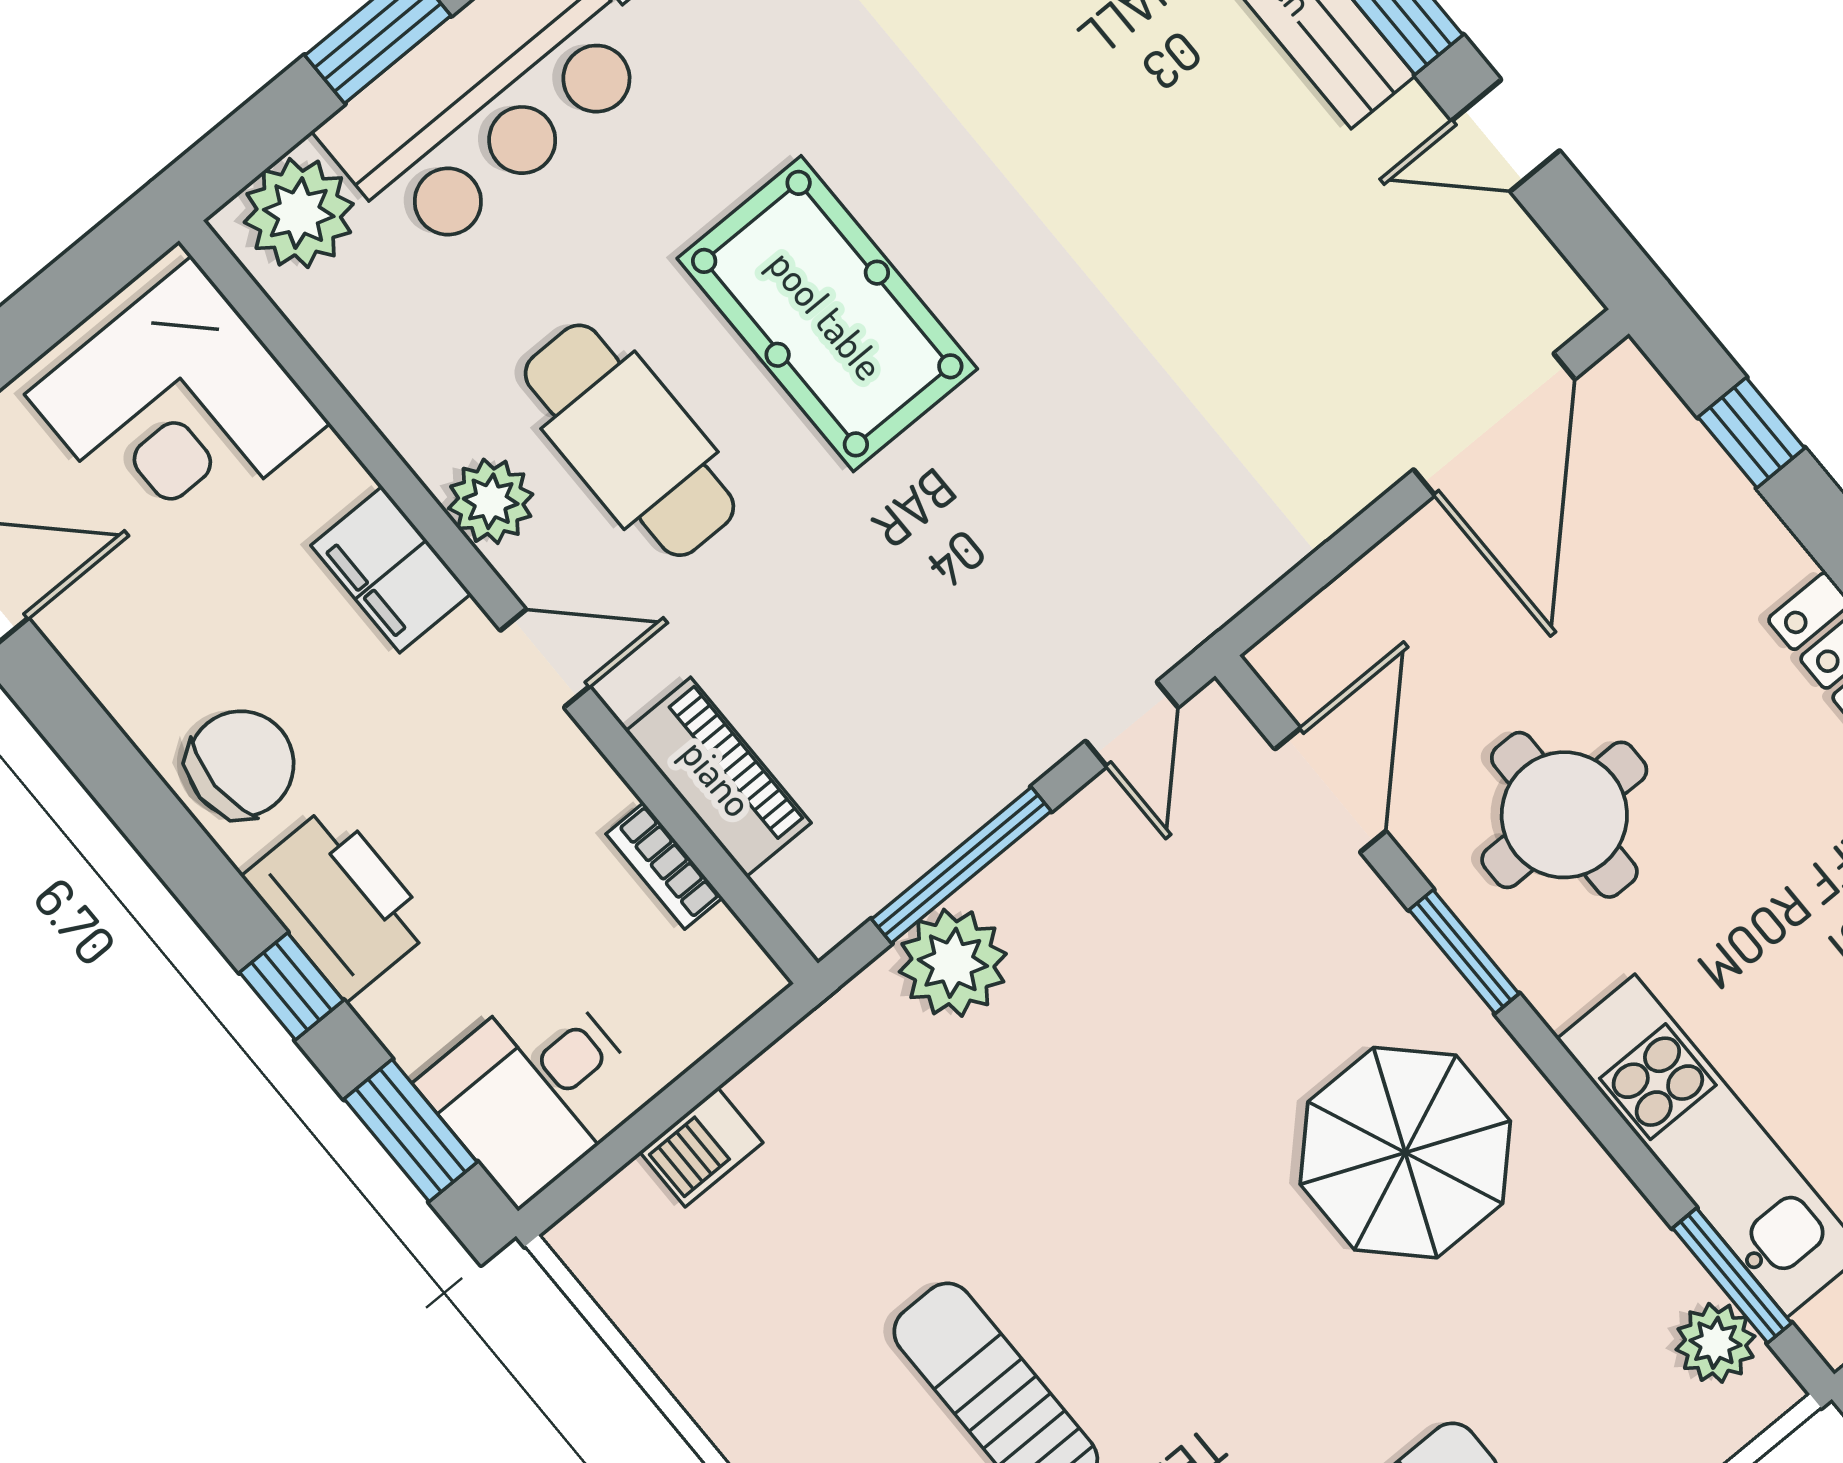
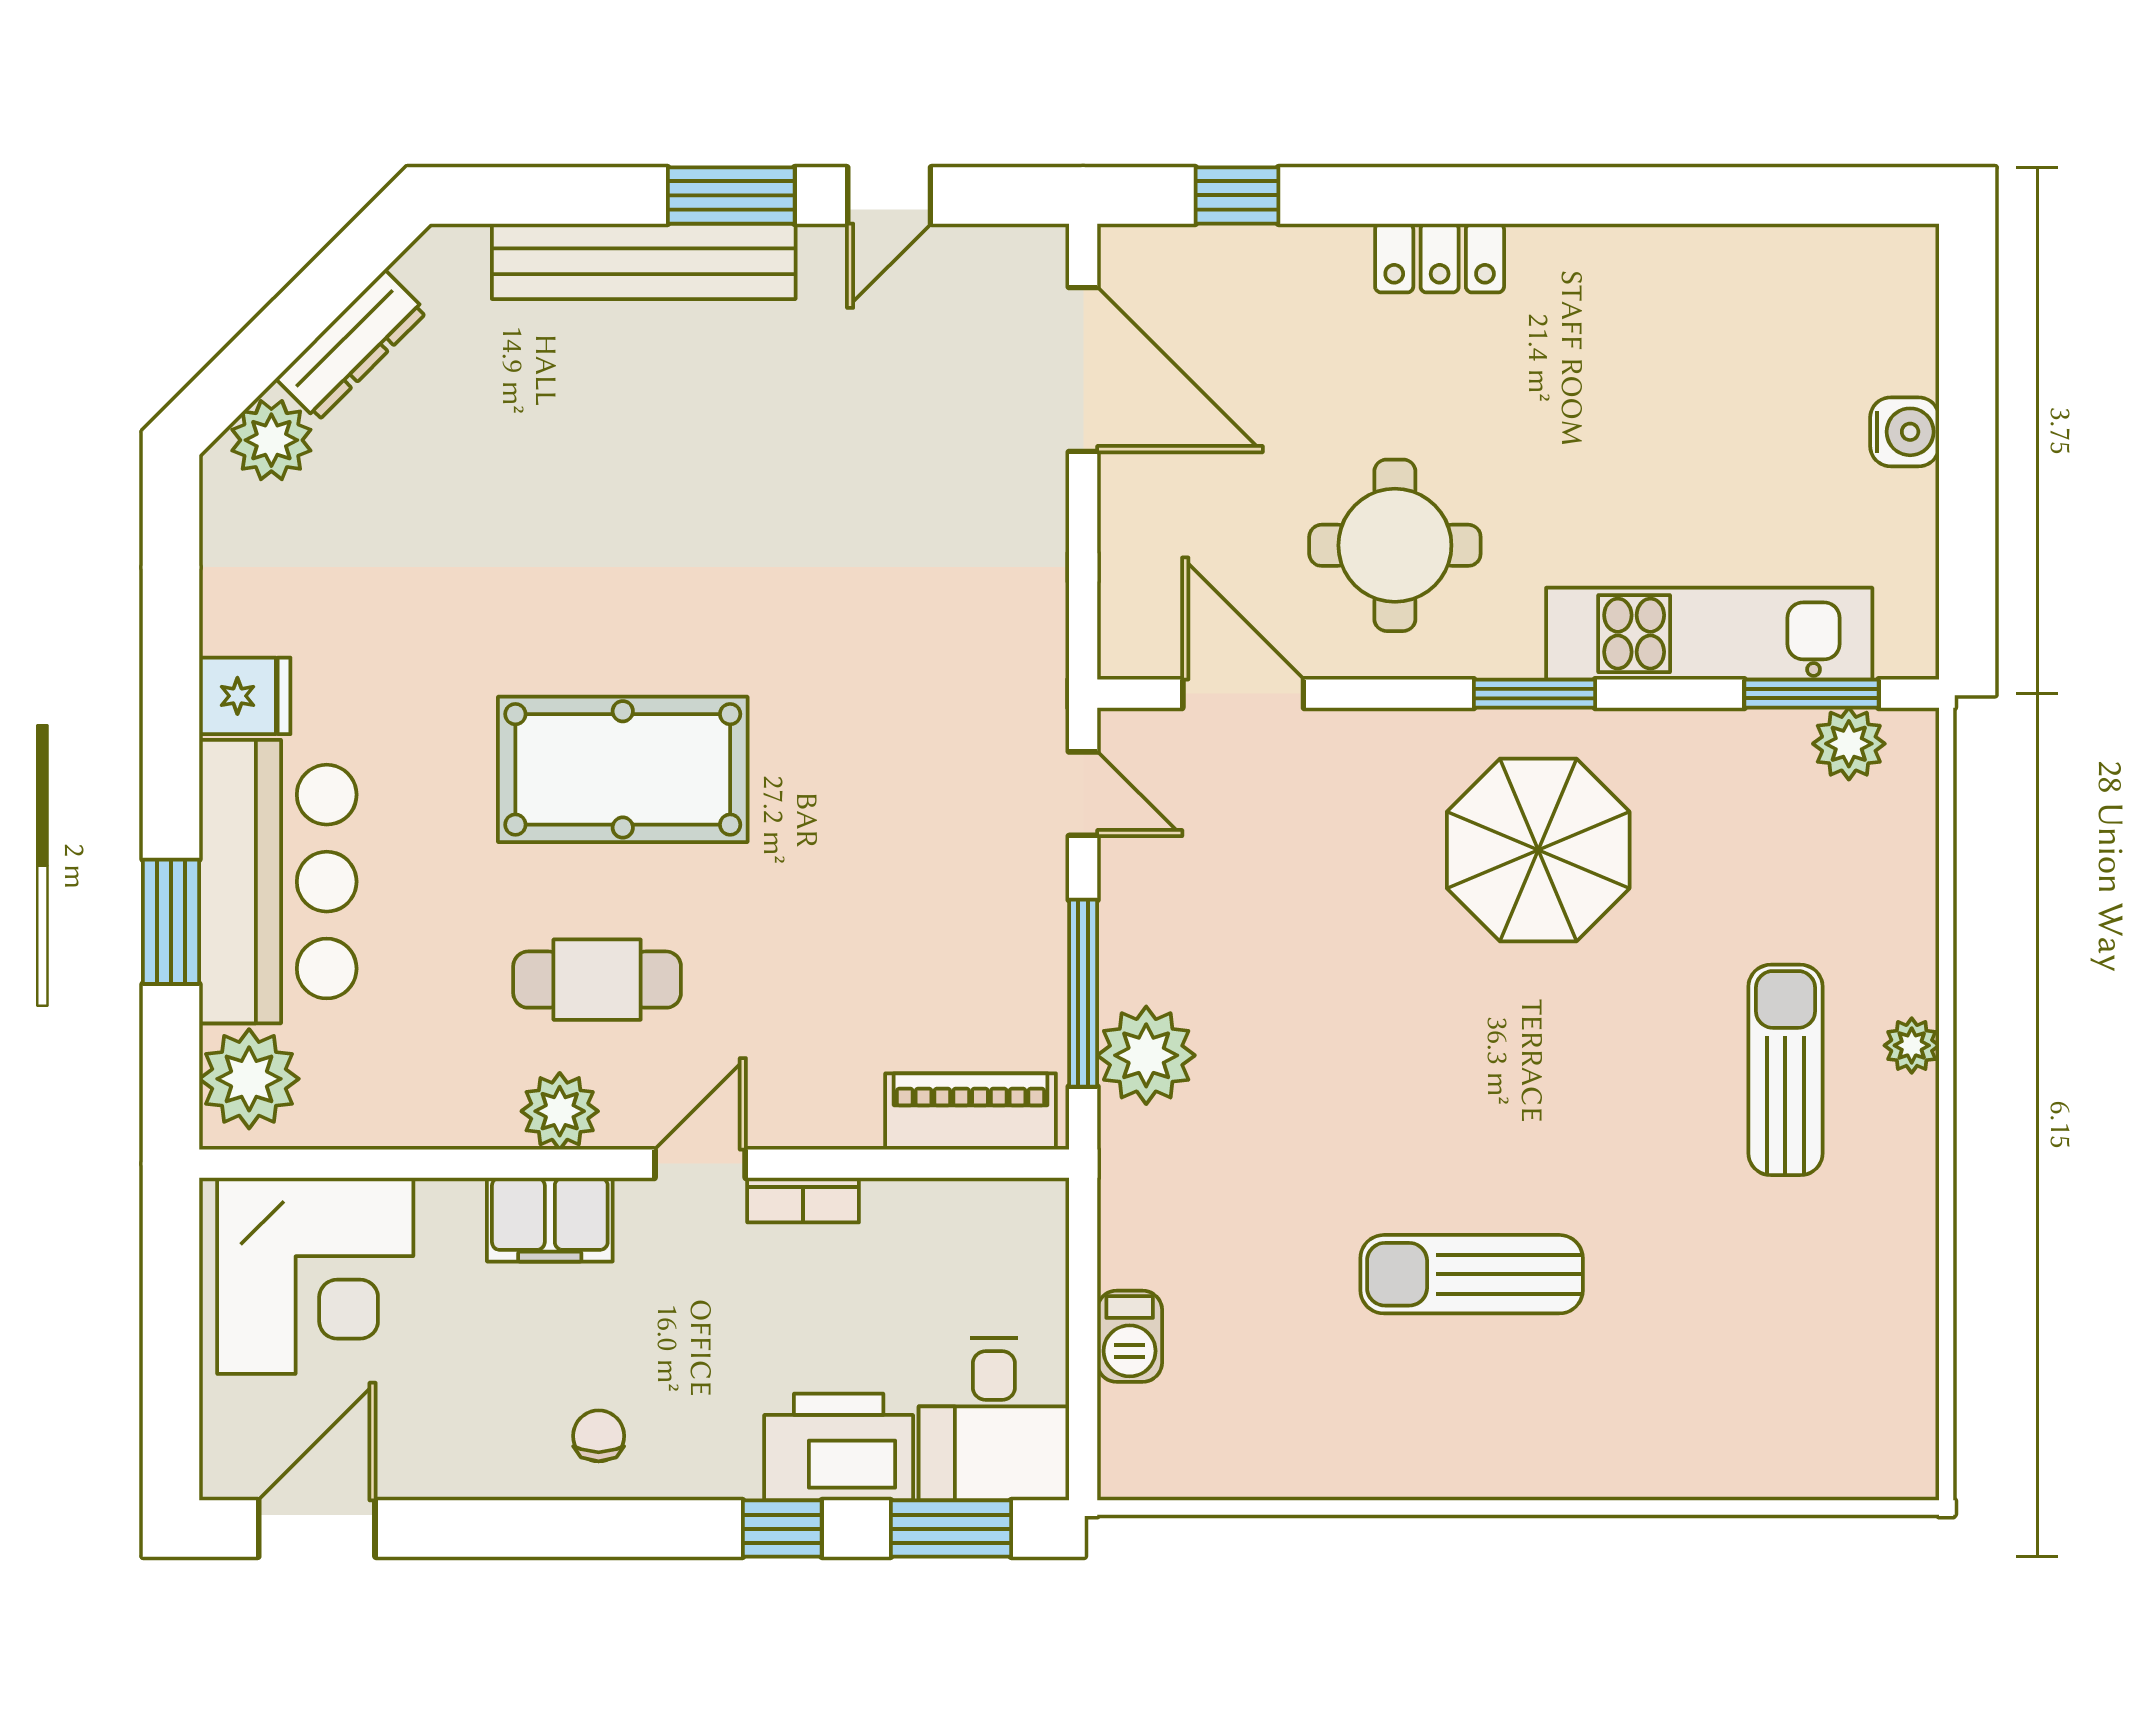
cafe table: (629, 440) -> (597, 980), width x0.73, depth x0.74
chair: (241, 764) -> (599, 1436), width x0.54, depth x0.54
piano: (718, 777) -> (971, 1111), moved
bookcase: (664, 866) -> (803, 1200), moved
printer: (339, 902) -> (839, 1447), moved
window: (1464, 952) -> (1534, 694), moved

